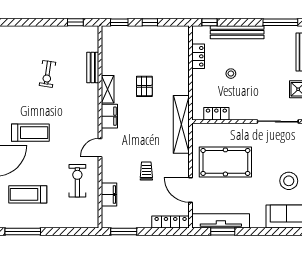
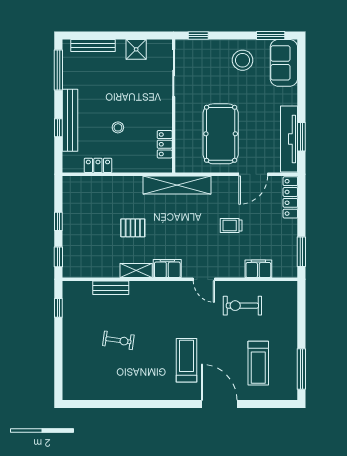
window: (210, 22) -> (58, 128), moved

